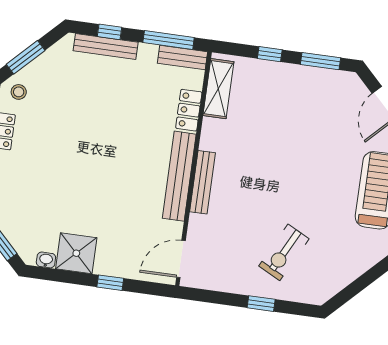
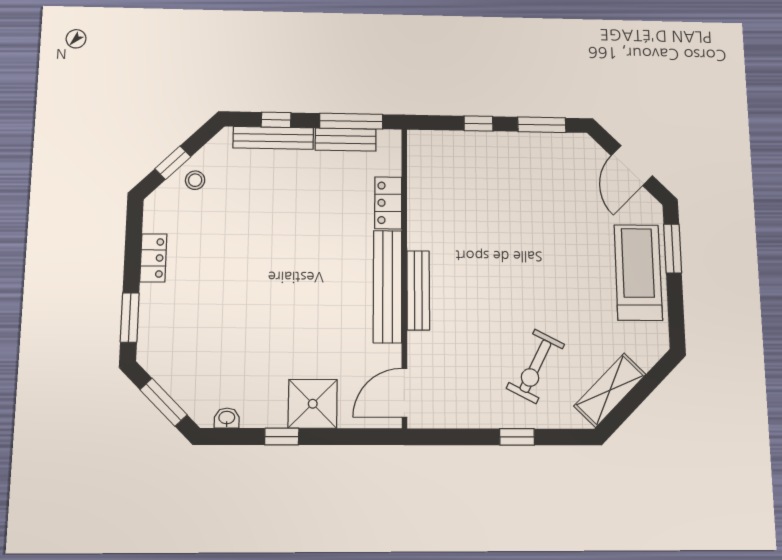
window: (26, 57) -> (173, 163), width x0.67
bench: (183, 58) -> (346, 140), moved
shelving: (218, 89) -> (610, 390), moved, turned 45
stool: (19, 92) -> (195, 180), moved
shower: (76, 253) -> (313, 404), moved
window: (110, 283) -> (282, 437), moved

